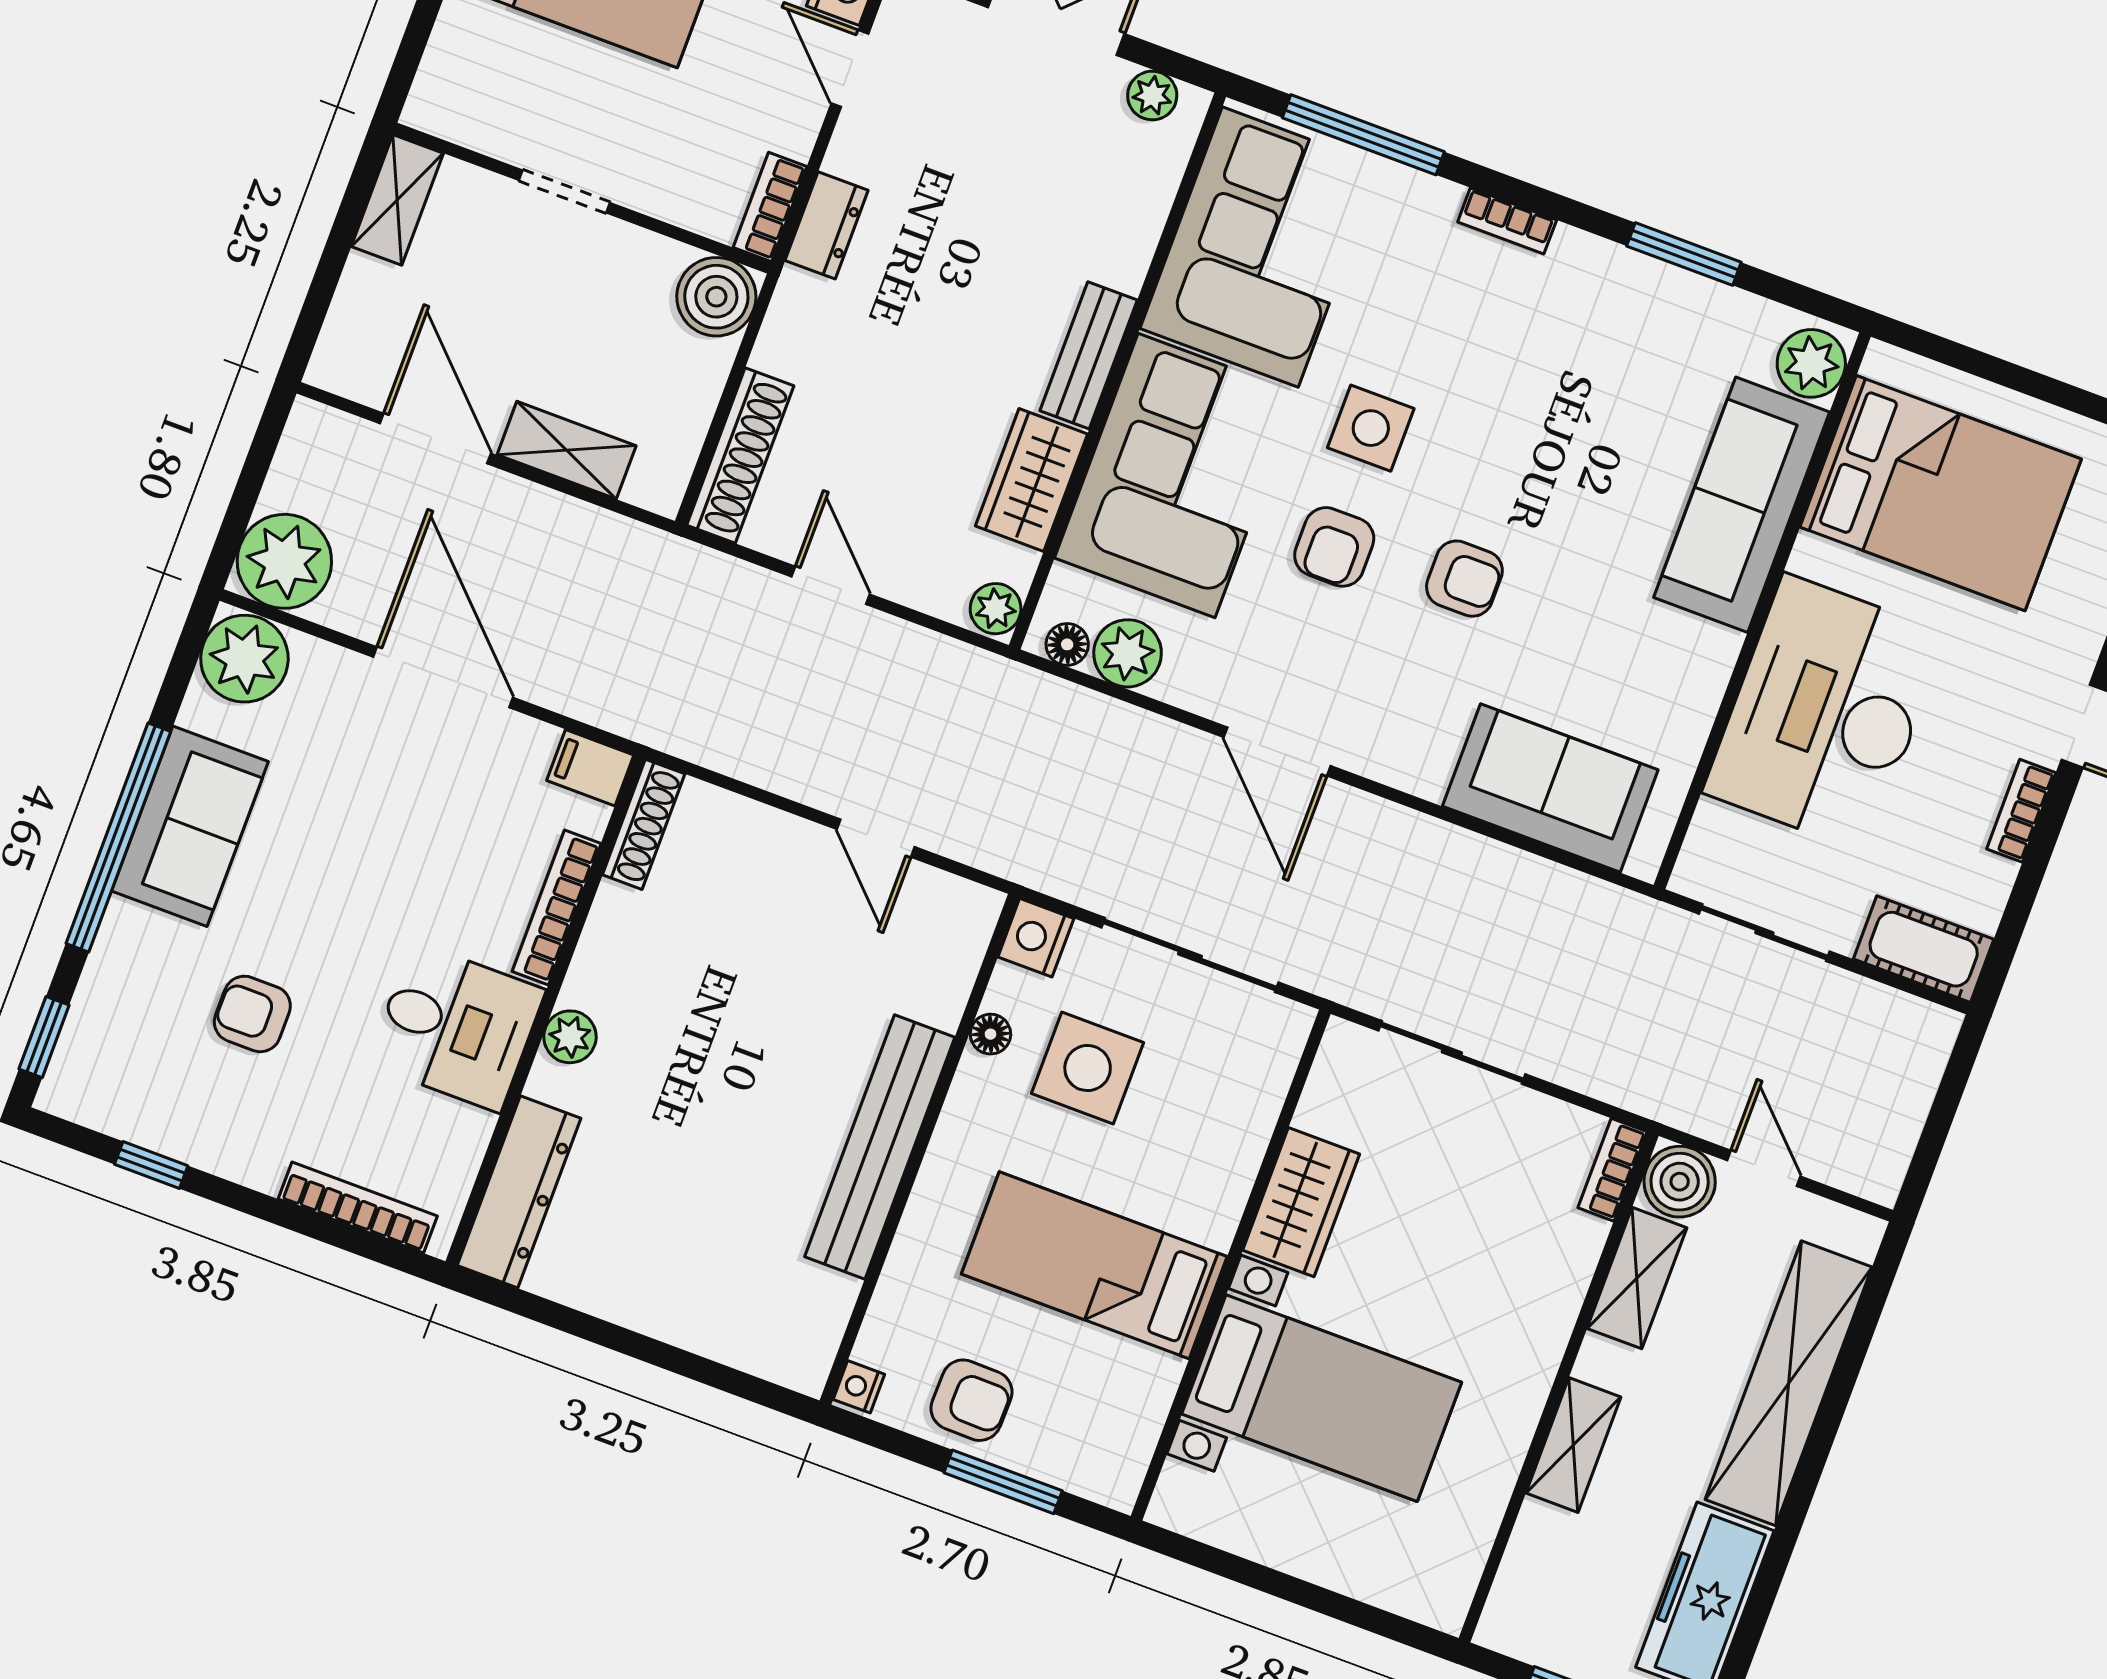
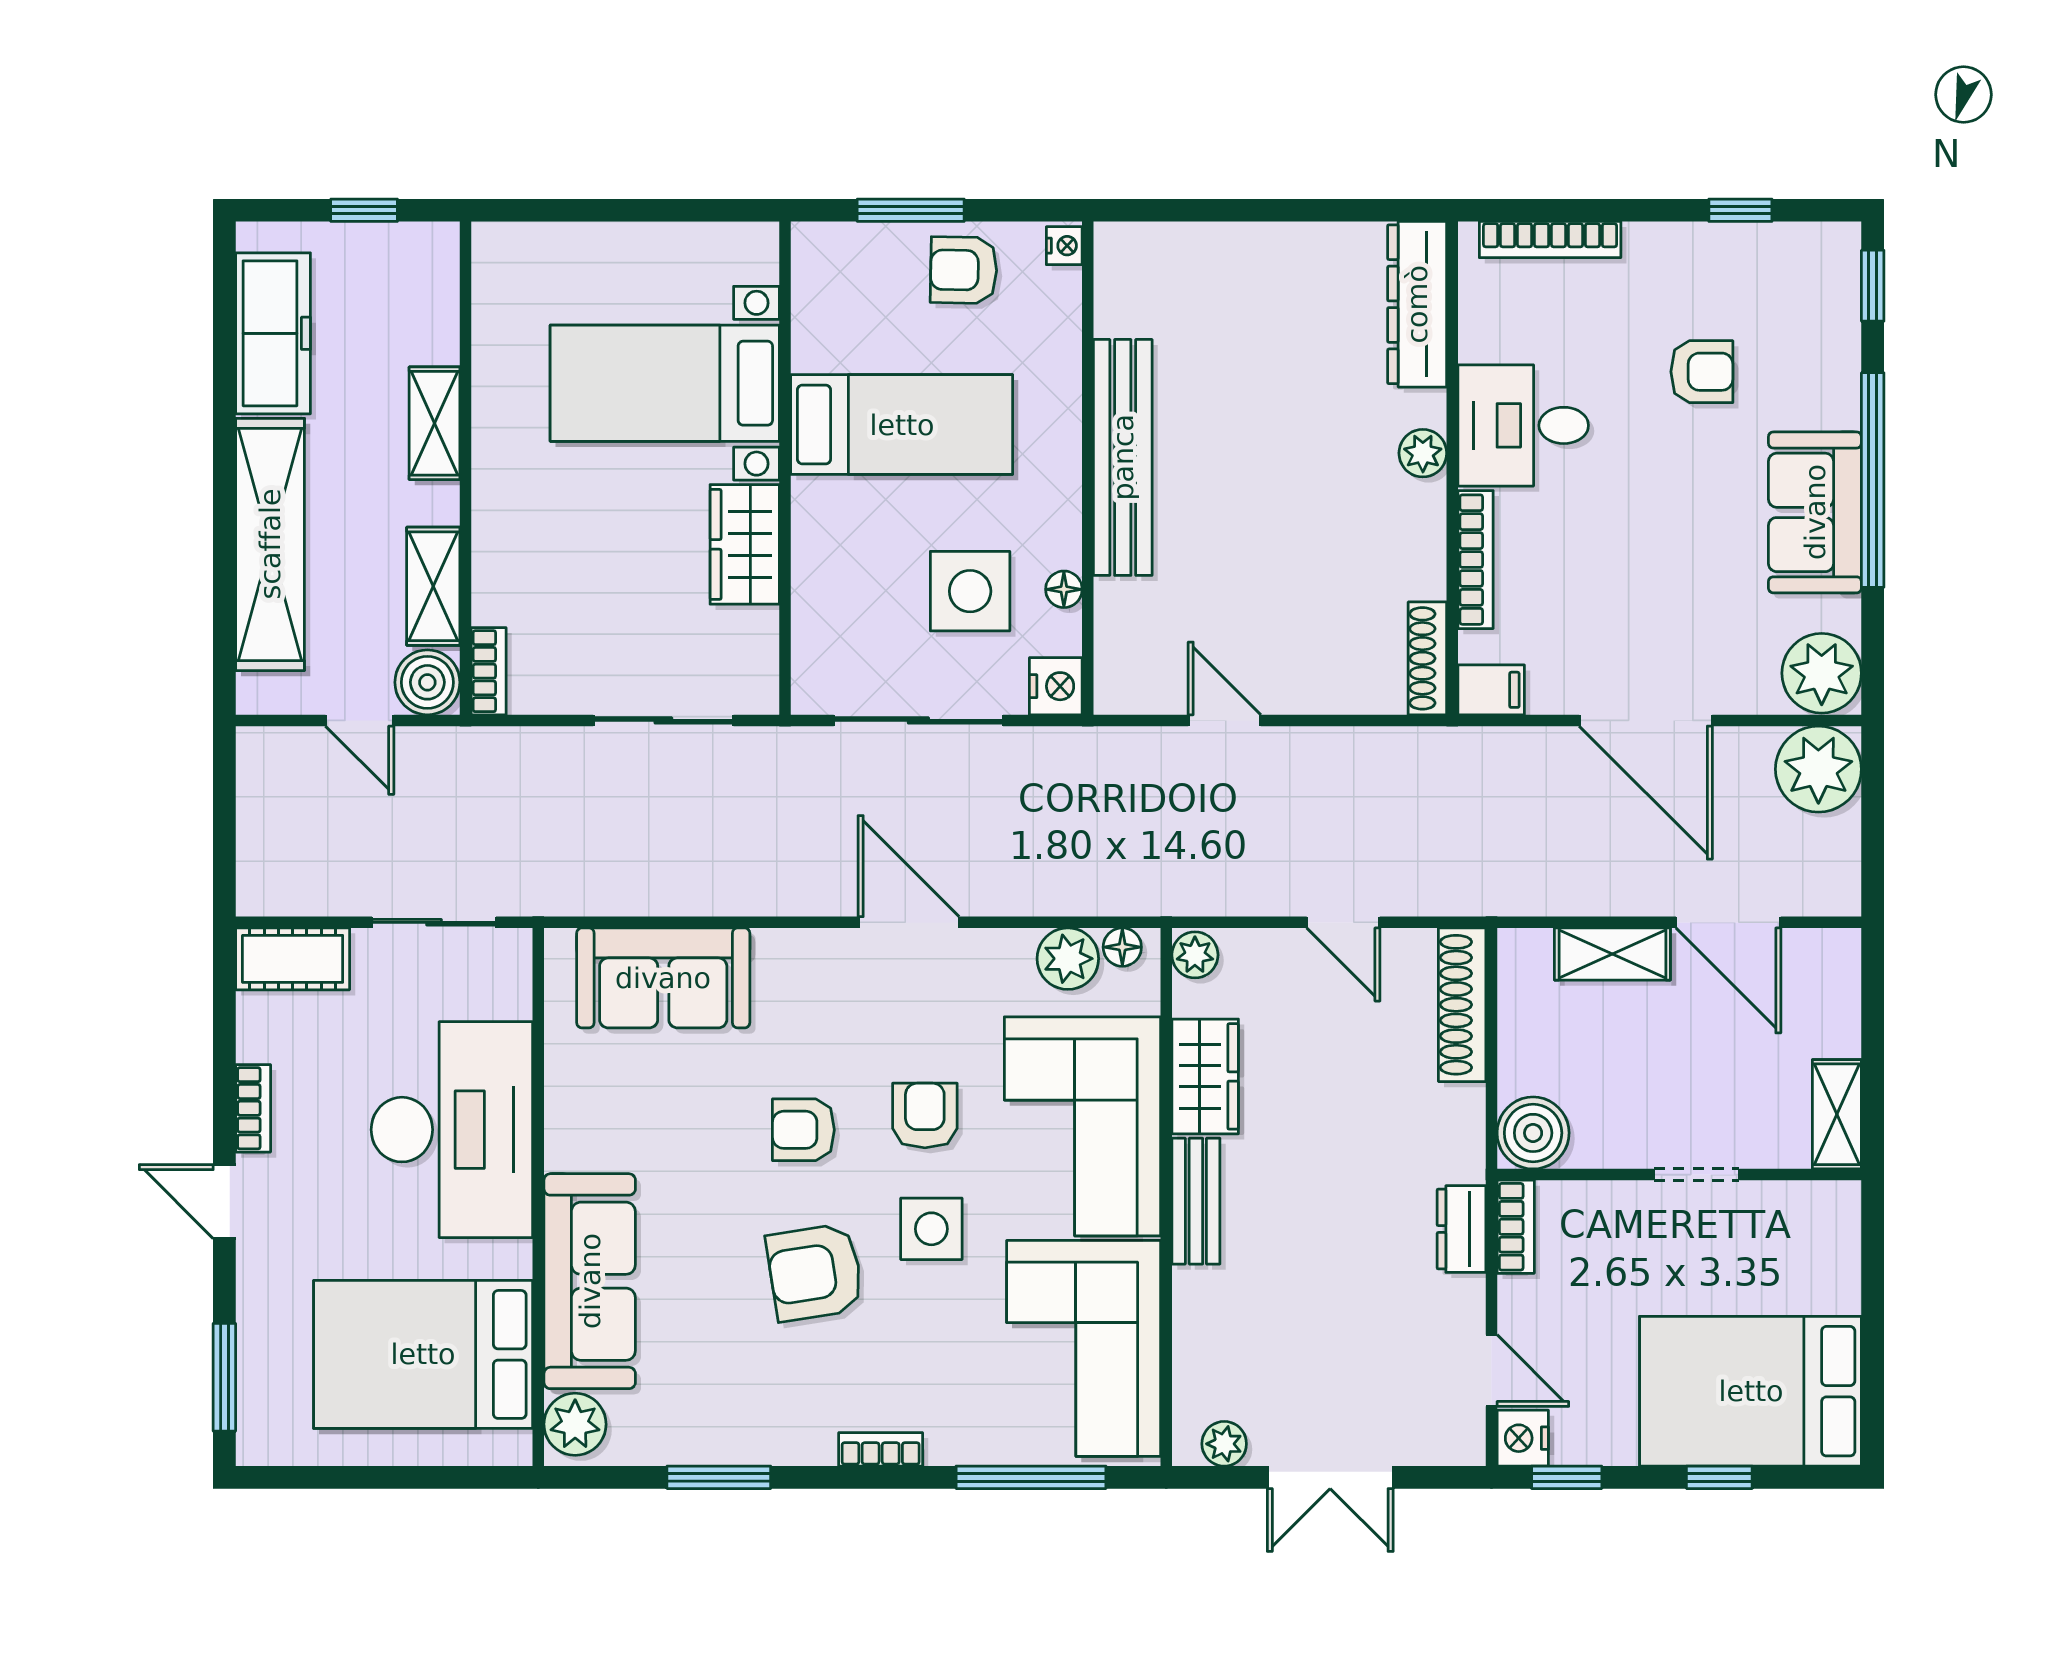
armchair: (1507, 428) -> (815, 1272), added

